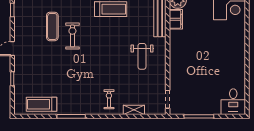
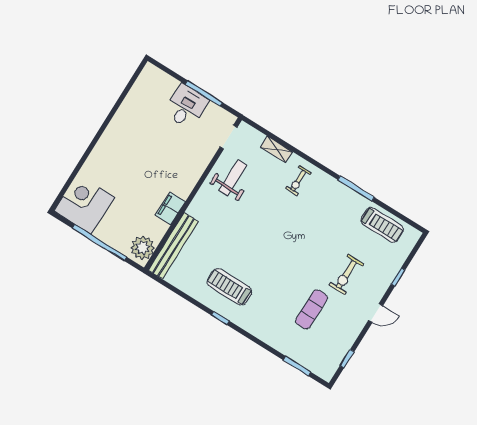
filing cabinet: (176, 19) -> (170, 208), moved
exercise bike: (72, 36) -> (346, 274), moved
weight bench: (142, 56) -> (233, 178), moved
desk: (233, 102) -> (186, 107), moved

